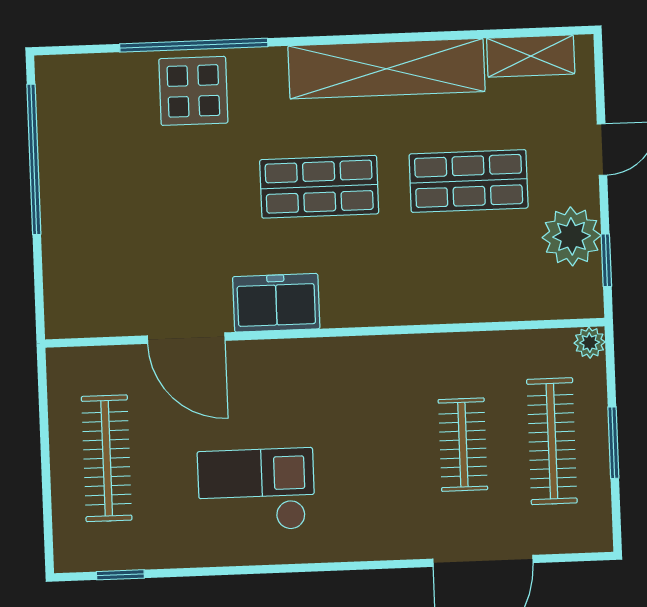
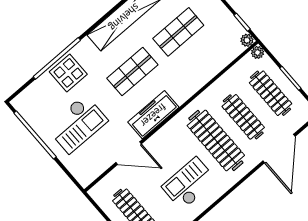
checkout: (132, 203) -> (77, 124), added
plant: (572, 236) -> (247, 40), moved, width x0.53, depth x0.53
freezer: (276, 303) -> (153, 115), width x1.40
clothes rail: (463, 445) -> (243, 117), width x1.36
clothes rail: (374, 448) -> (216, 140), added

